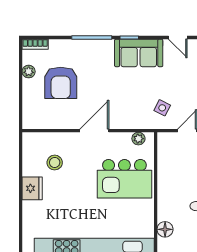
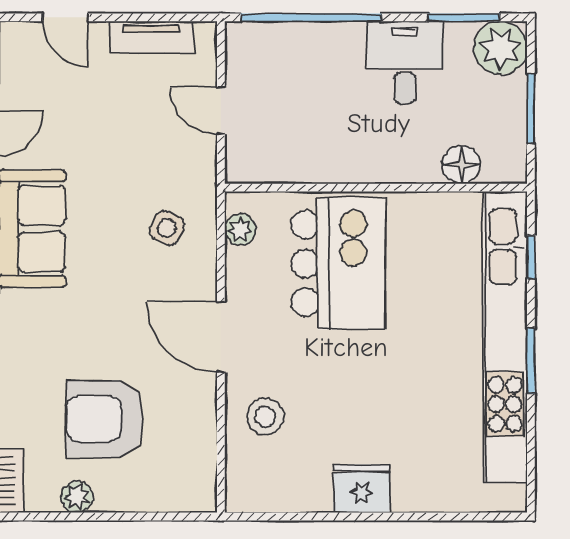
armchair: (61, 83) -> (105, 419), turned 180
side table: (162, 108) -> (167, 228), moved
stool: (55, 163) -> (265, 417), moved

